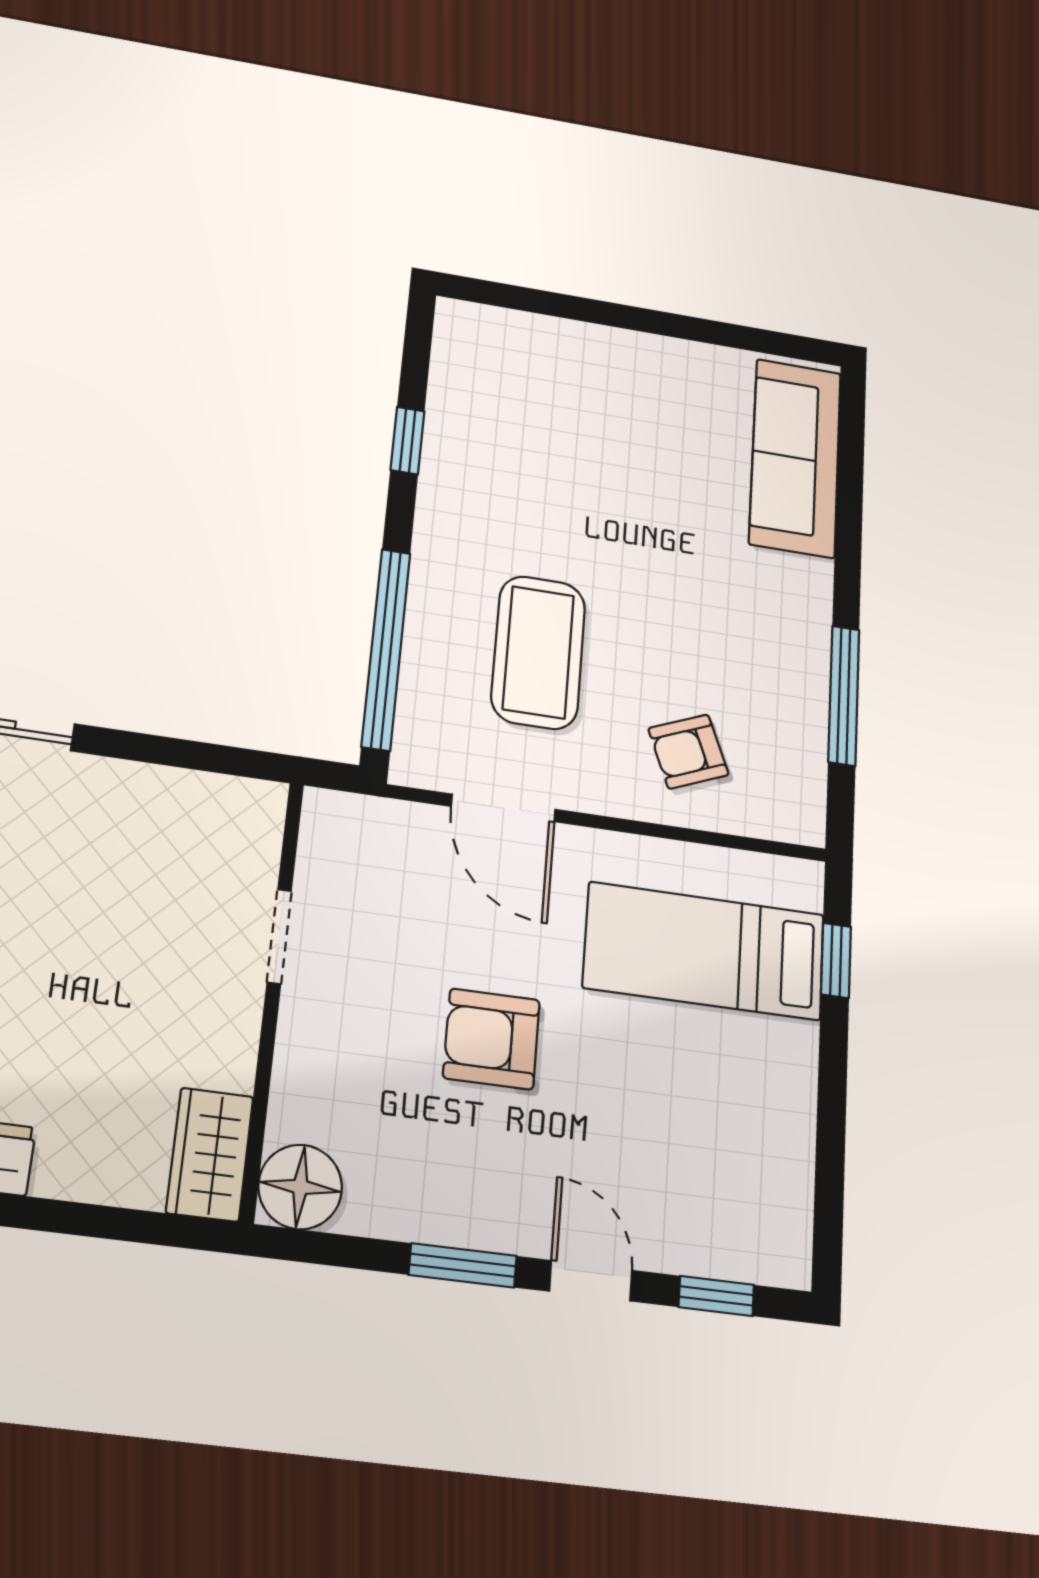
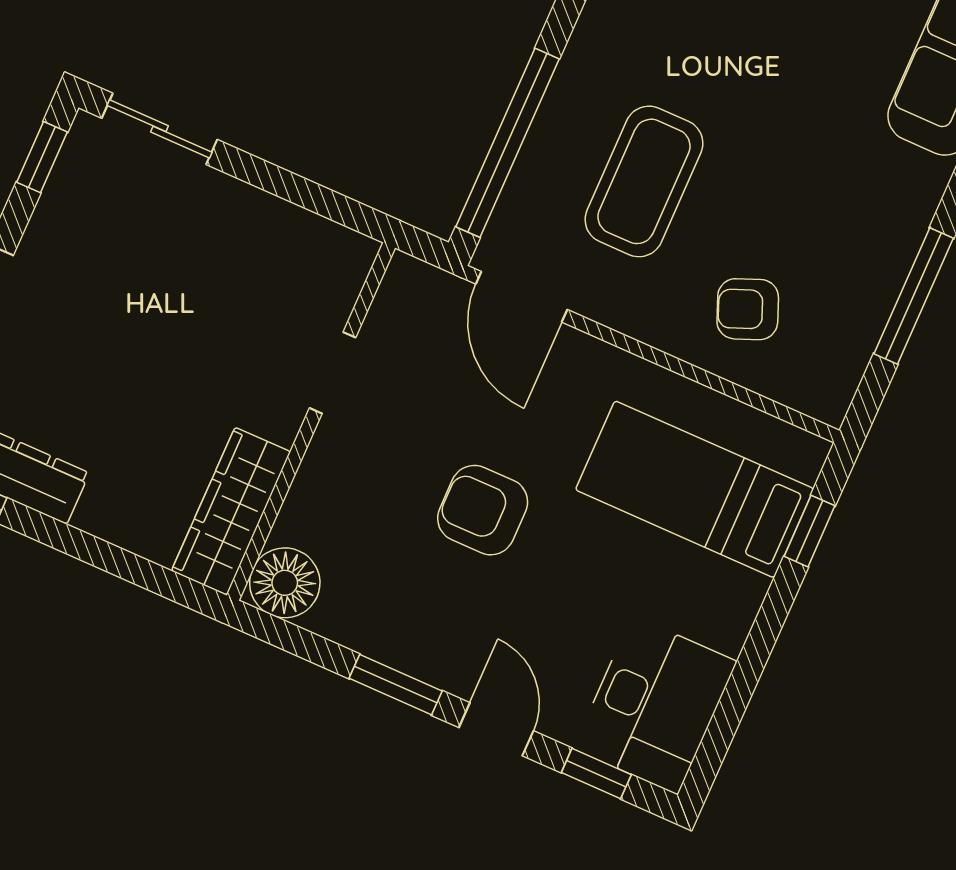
door: (503, 808) -> (521, 297), moved
wardrobe: (210, 1154) -> (231, 511), width x1.50
desk: (750, 1198) -> (655, 705), added

